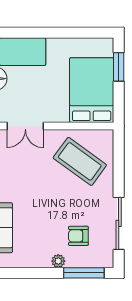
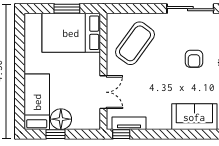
window: (119, 67) -> (67, 9), moved
armchair: (78, 236) -> (194, 59), moved

